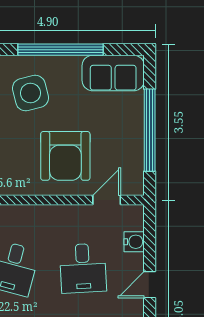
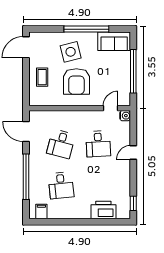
armchair: (65, 156) -> (76, 81), moved
water cooler: (134, 242) -> (125, 116), moved

